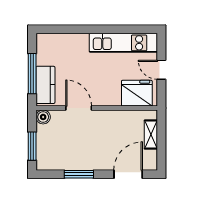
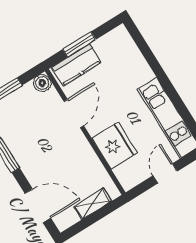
window: (32, 74) -> (79, 44), width x0.69
fridge: (137, 93) -> (115, 145), moved

